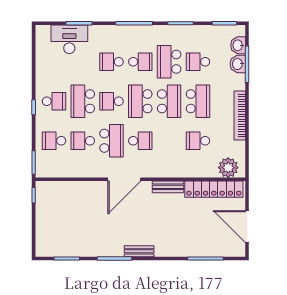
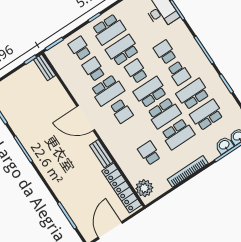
school desk: (198, 62) -> (207, 115), width x1.85
school desk: (54, 101) -> (109, 29), width x1.85
bench: (139, 251) -> (45, 67), moved

